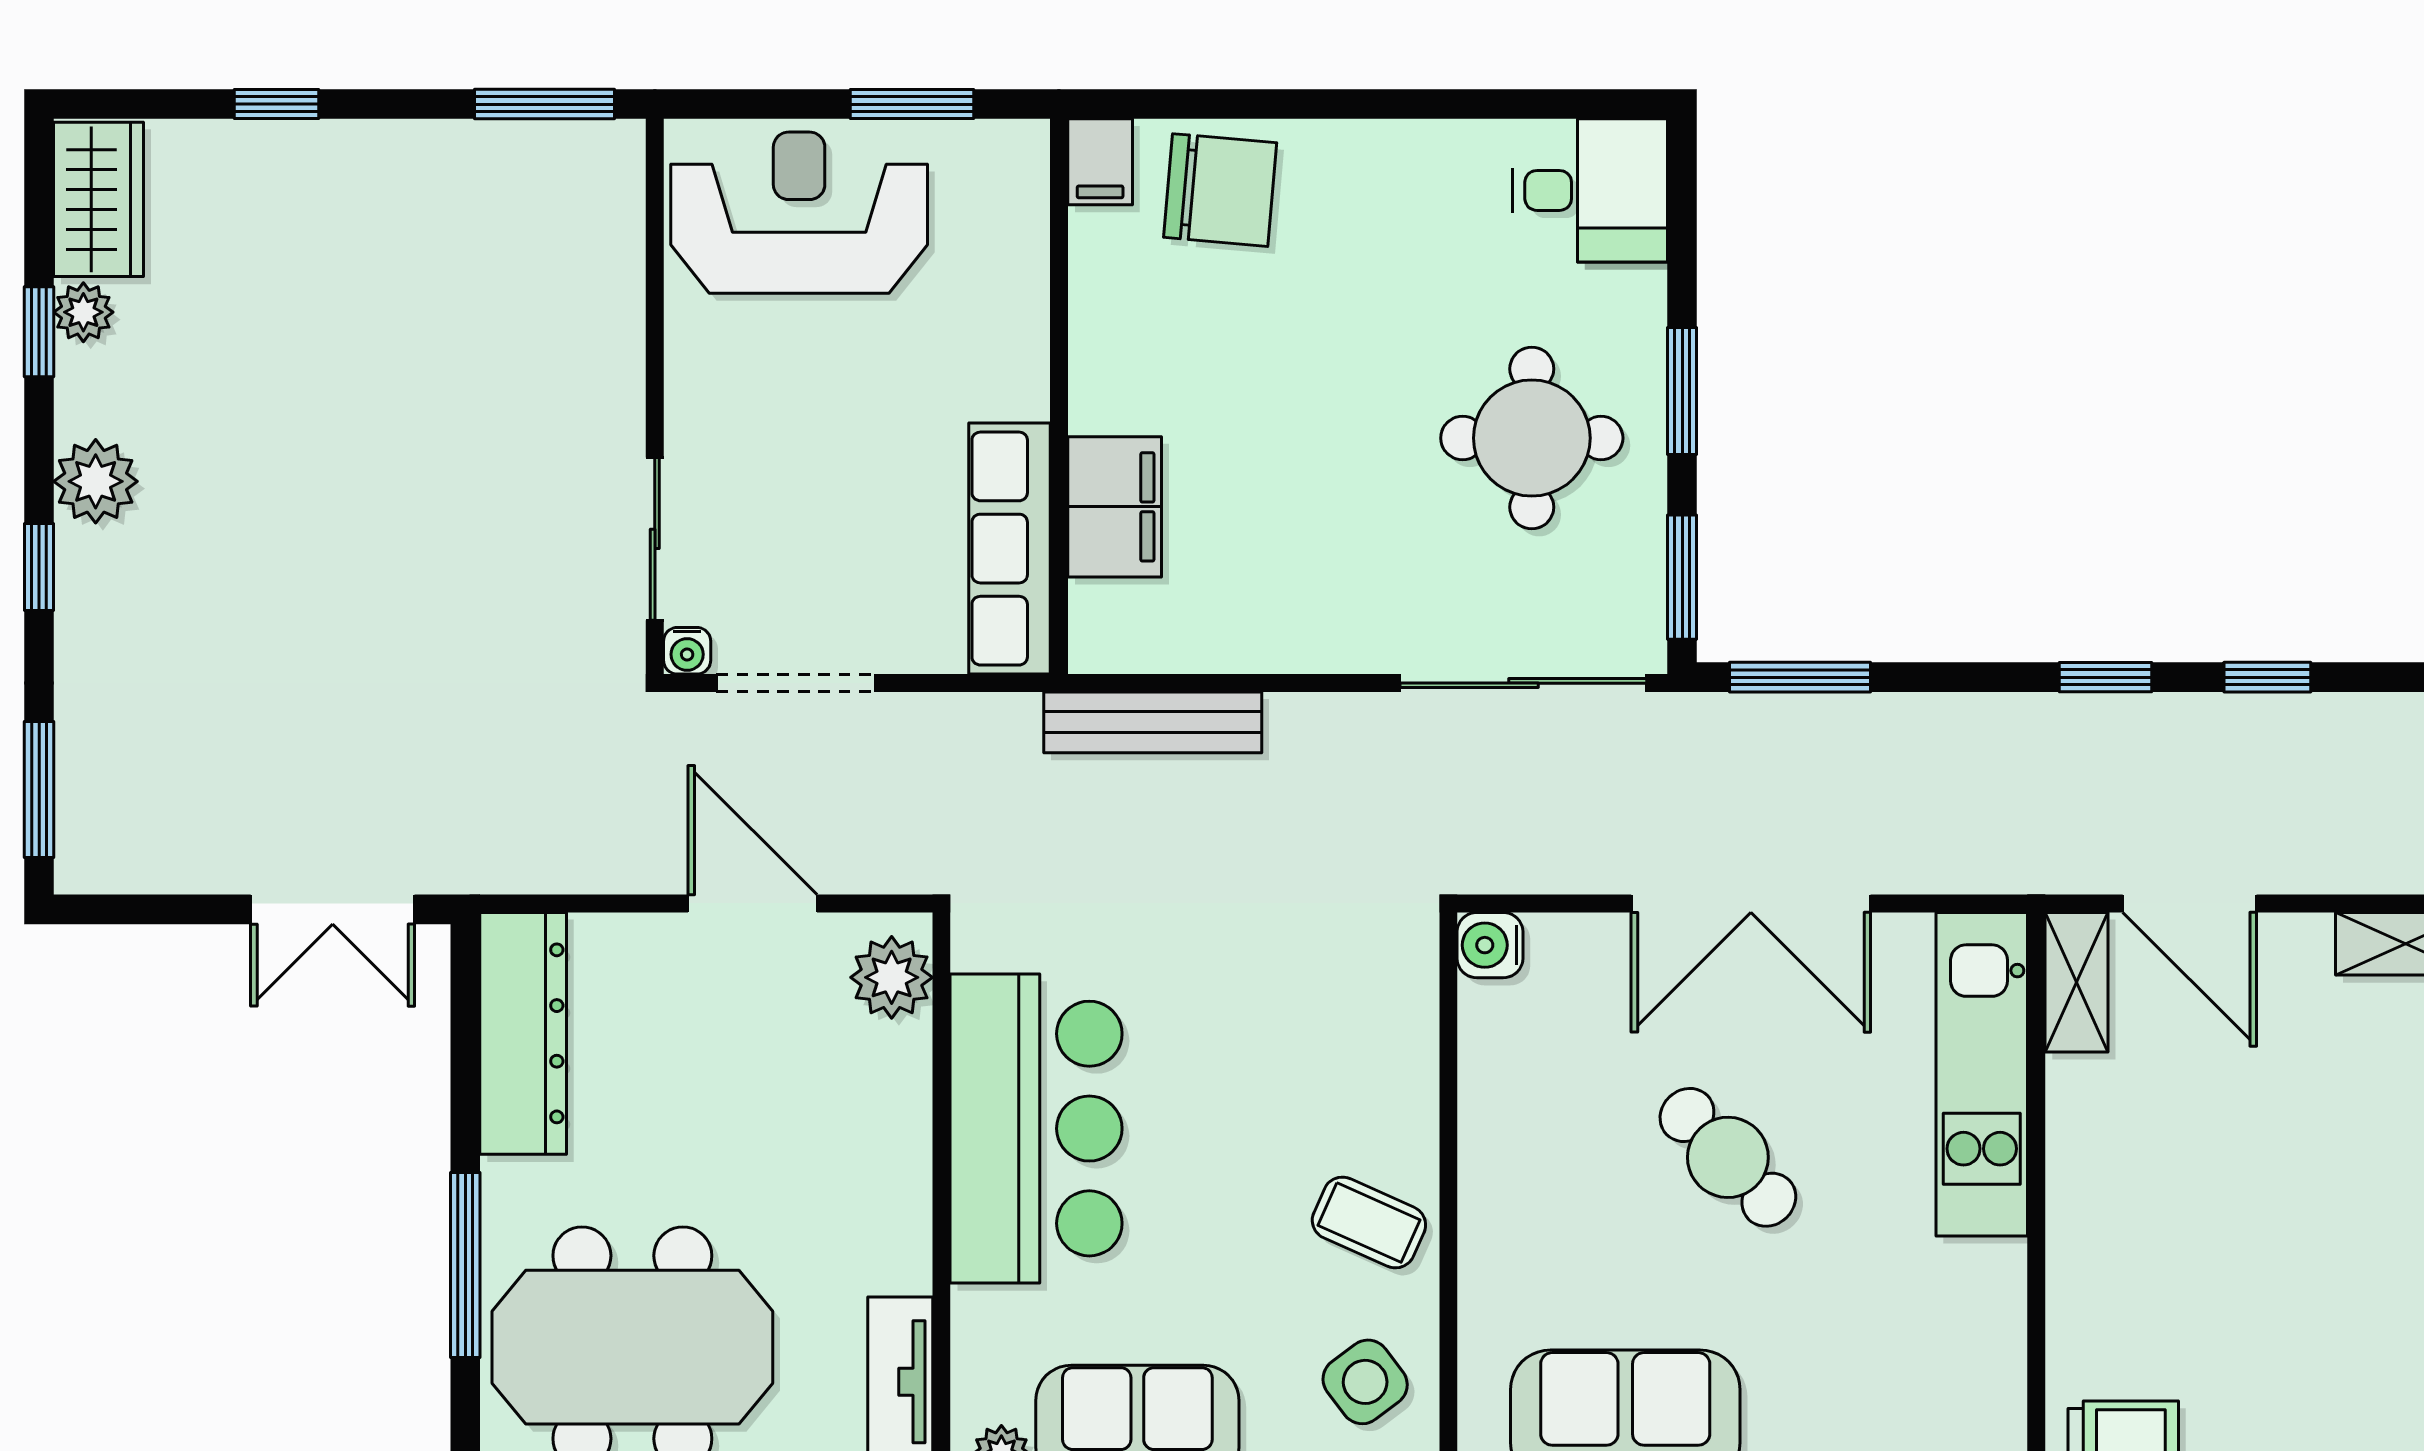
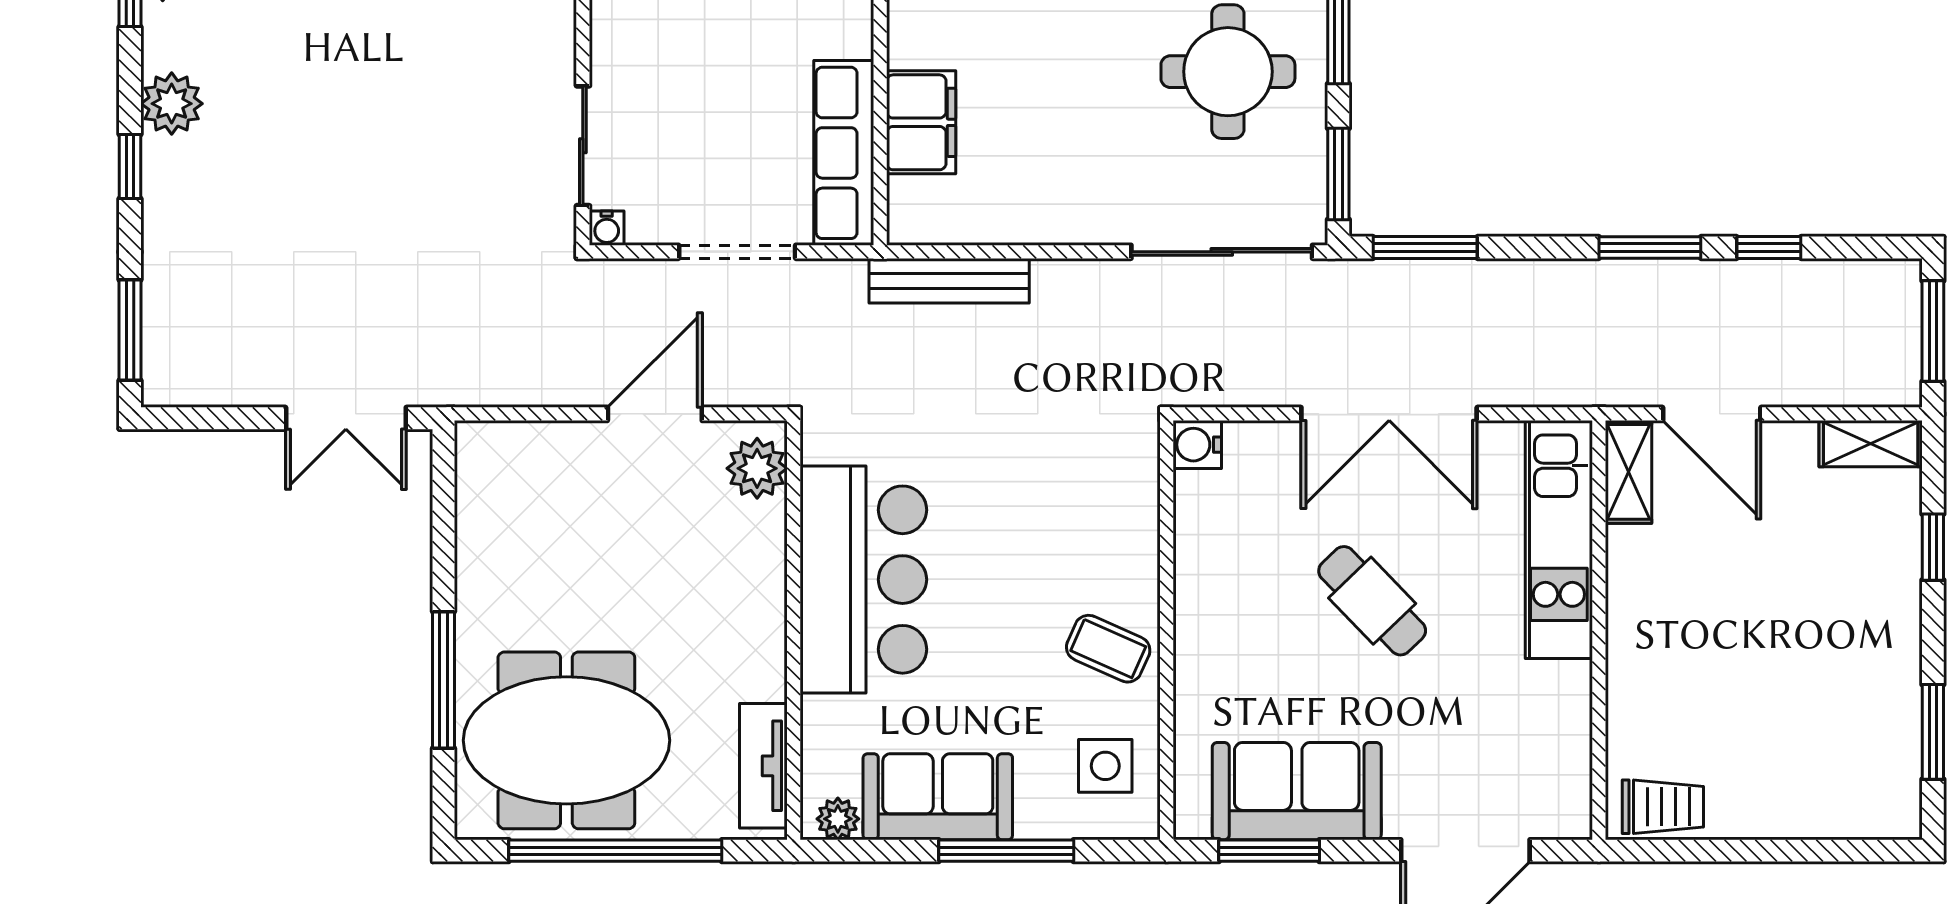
window: (2105, 677) -> (1650, 248), width x1.50
doorway: (796, 683) -> (737, 252), moved
door: (753, 903) -> (655, 414), hinge flipped
dresser: (523, 1033) -> (486, 510), removed
side table: (1365, 1382) -> (1105, 766), turned 37

